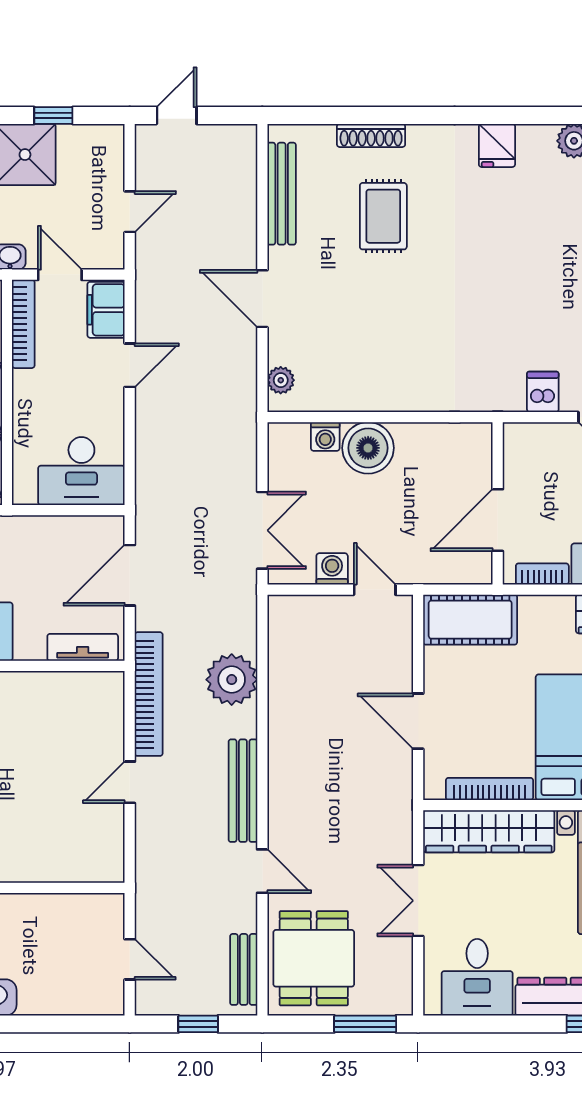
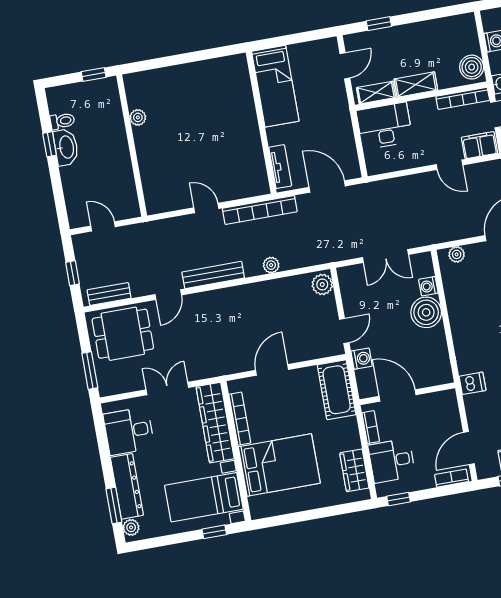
dishwasher: (543, 392) -> (472, 383), moved
desk: (81, 471) -> (385, 126), moved, turned 90
double door: (262, 530) -> (385, 256), moved
washing machine: (332, 569) -> (362, 359), moved
plant: (291, 612) -> (322, 284), added
plant: (232, 680) -> (271, 265), width x0.53, depth x0.53
door: (130, 959) -> (103, 226), swing flipped

